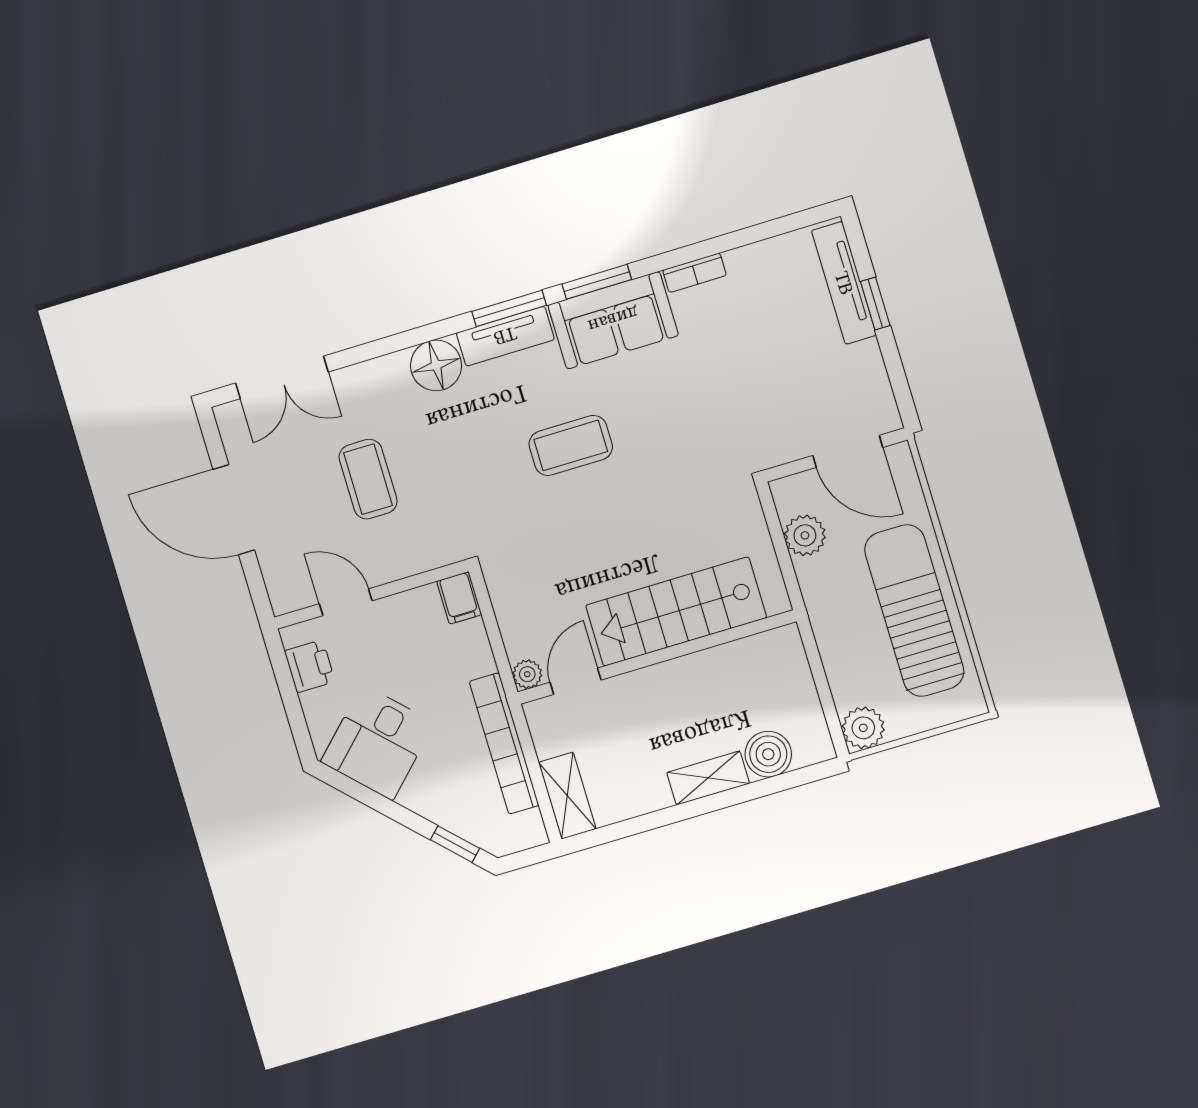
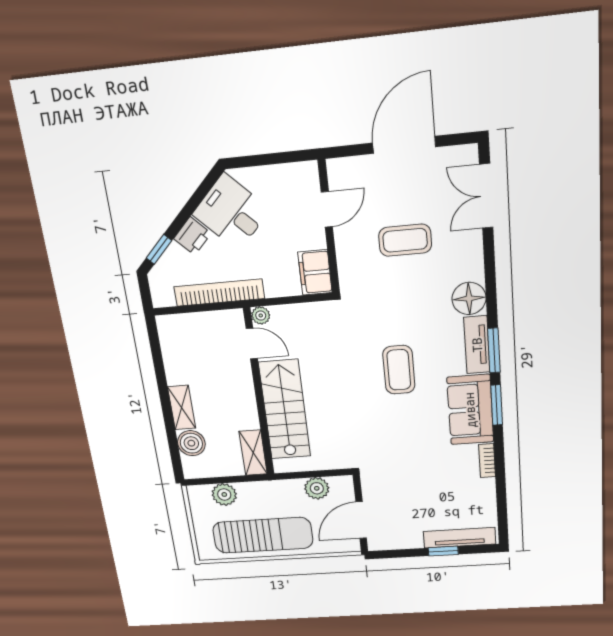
filing cabinet: (459, 598) -> (315, 272), width x2.00
printer: (310, 666) -> (192, 236), moved, turned -45
plant: (863, 728) -> (224, 494), moved
shelving: (567, 796) -> (253, 453), moved, turned 90

